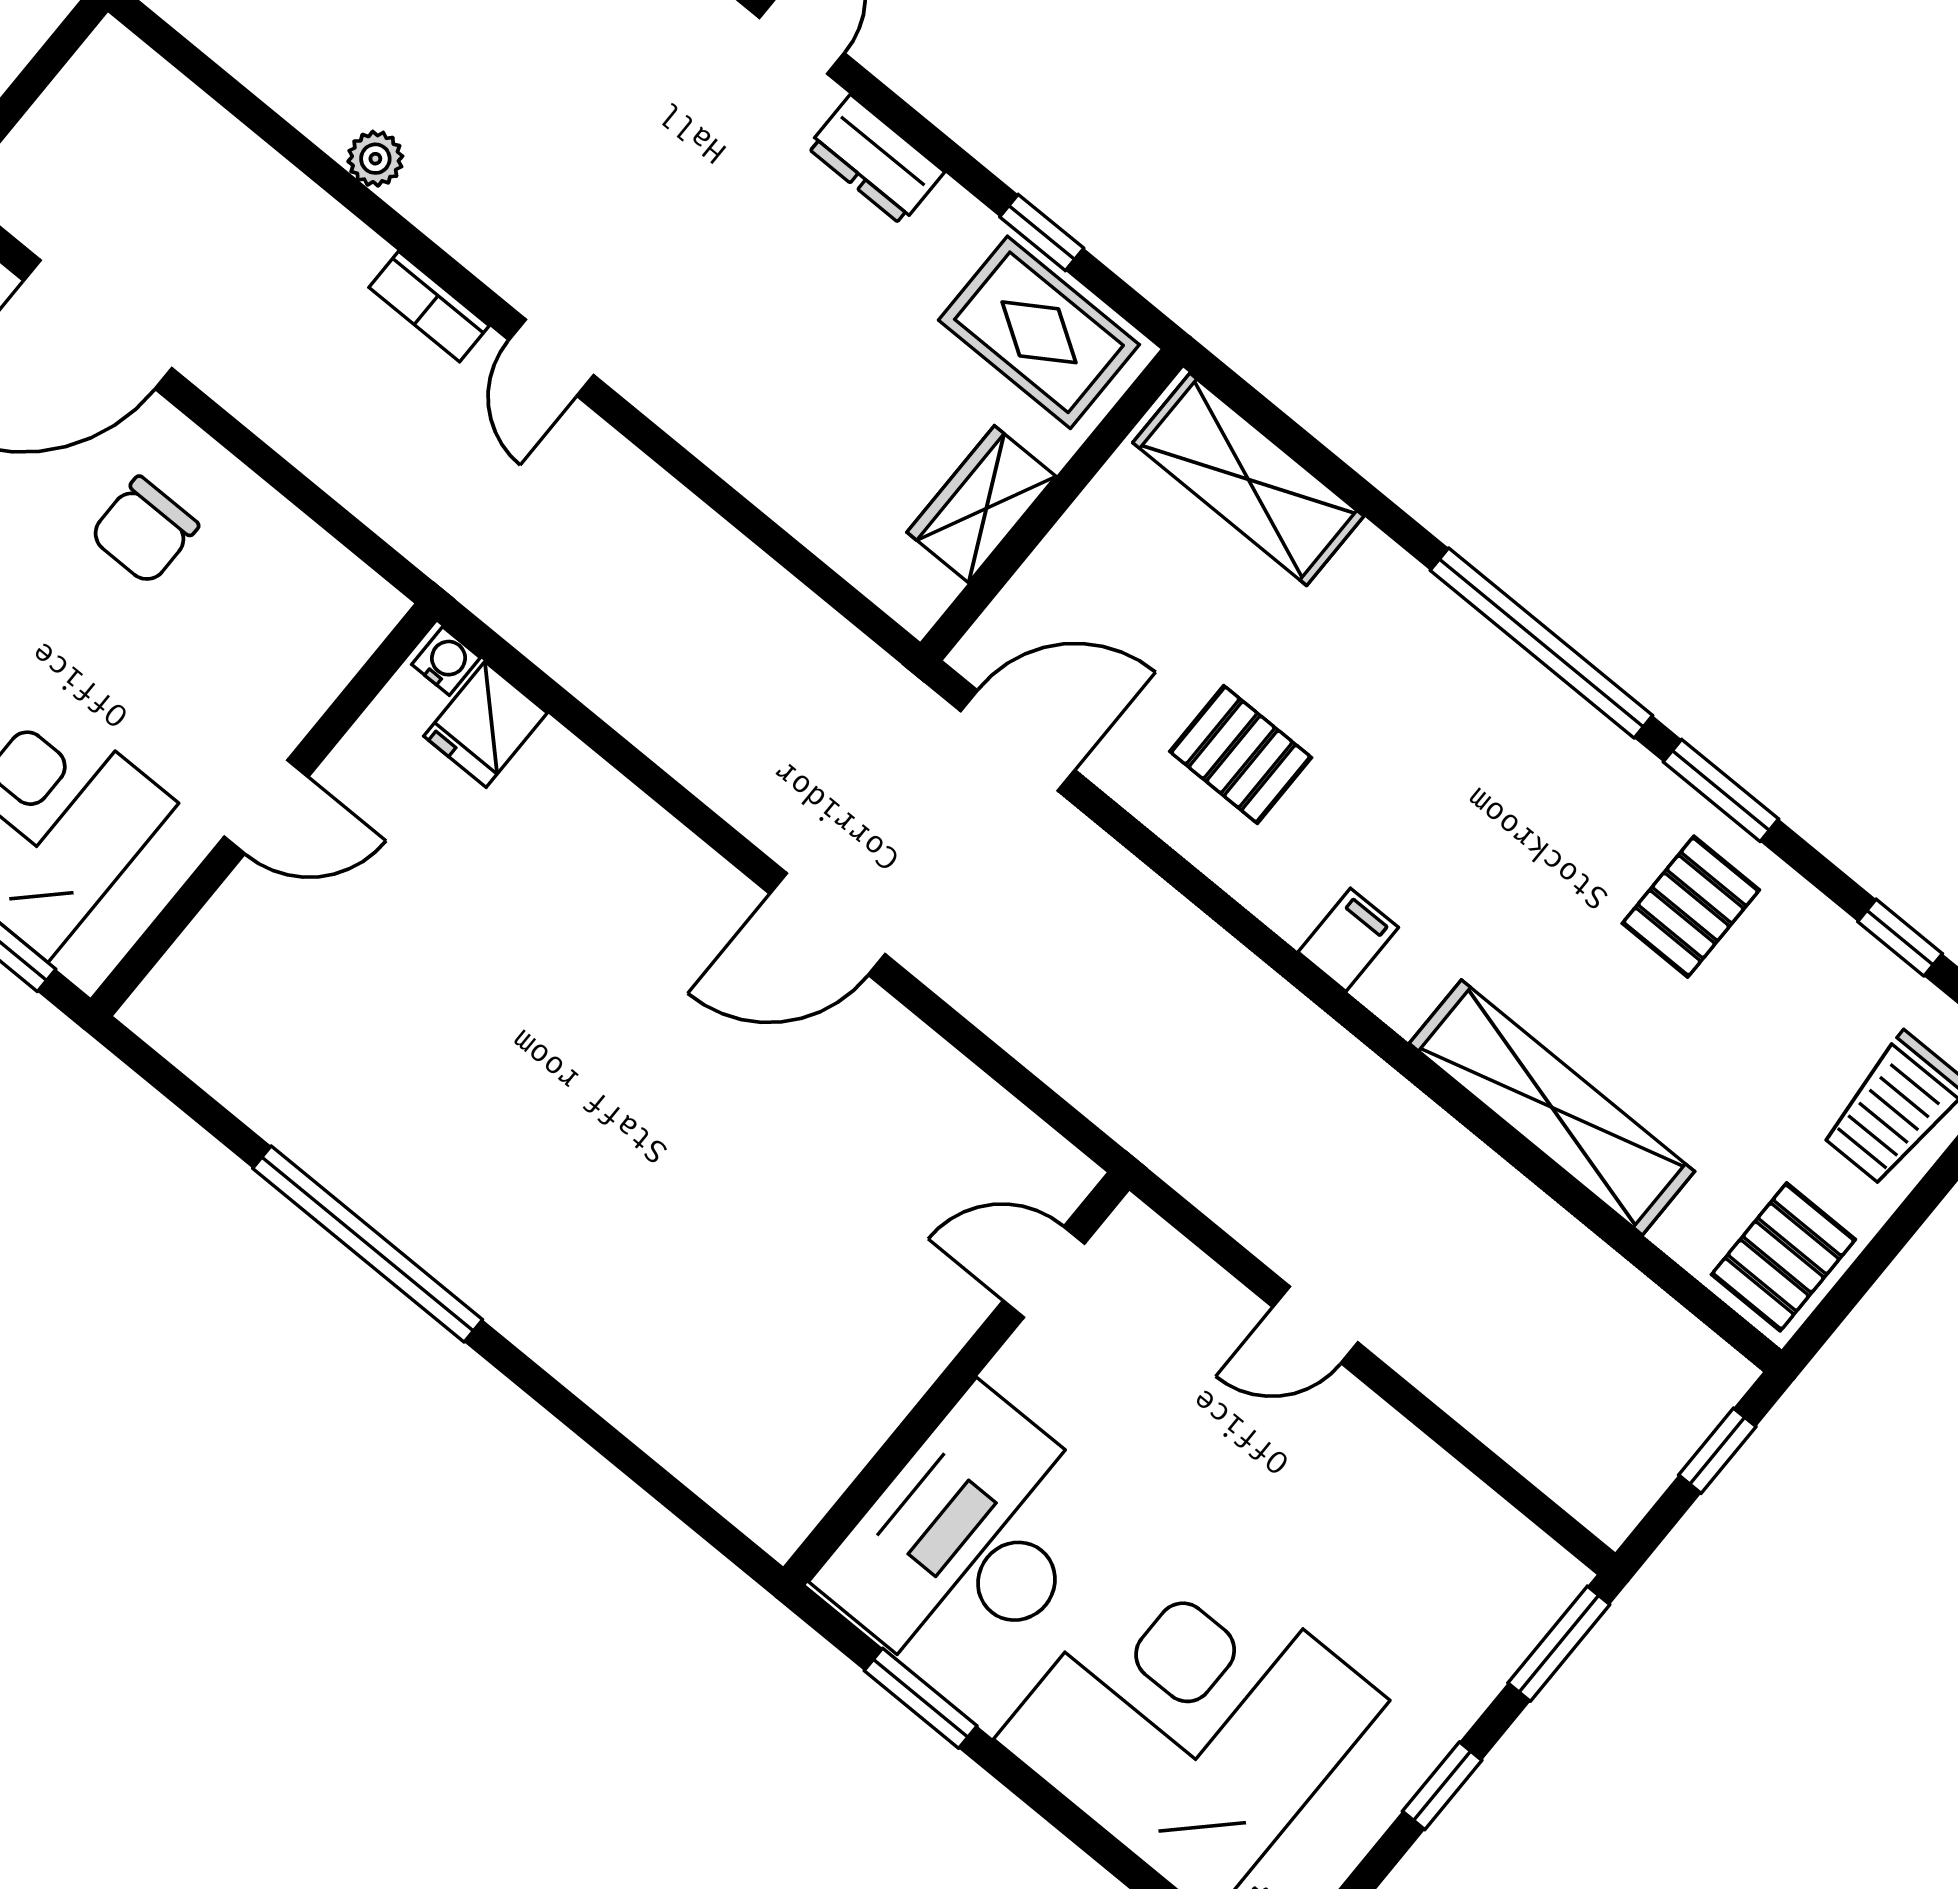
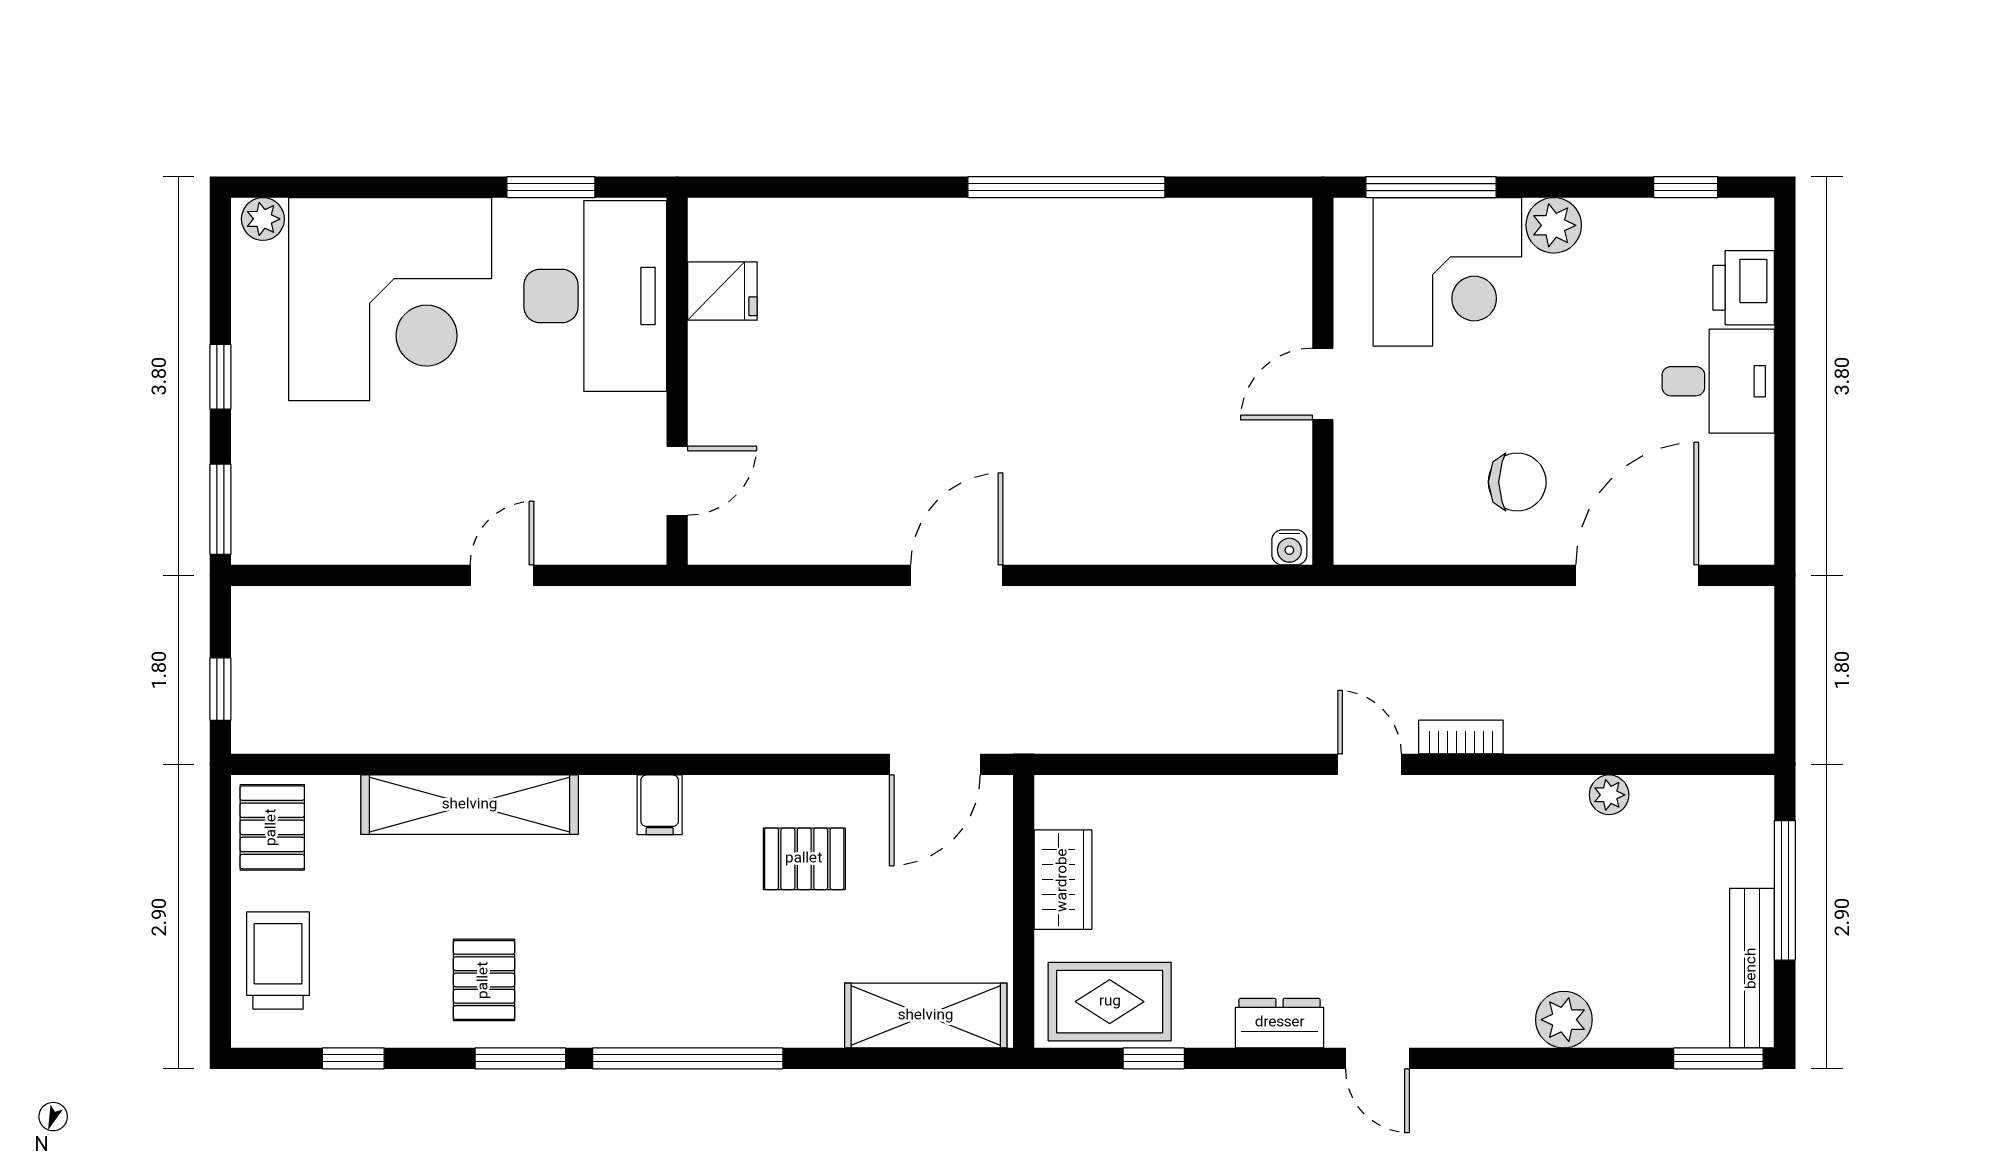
plant: (375, 159) -> (1609, 795), moved
chair: (144, 531) -> (1517, 482), turned 90
fridge: (486, 724) -> (722, 291), moved, turned 90

